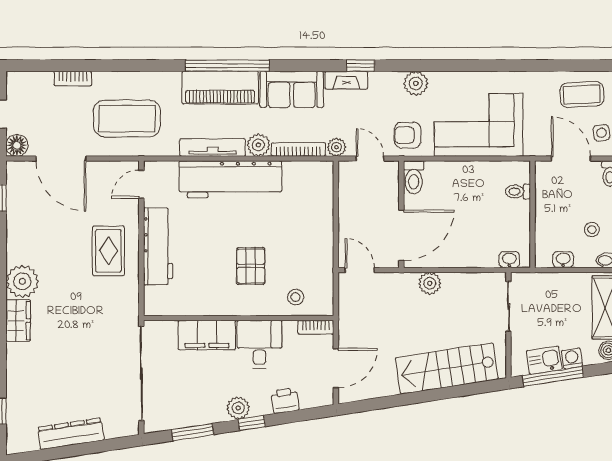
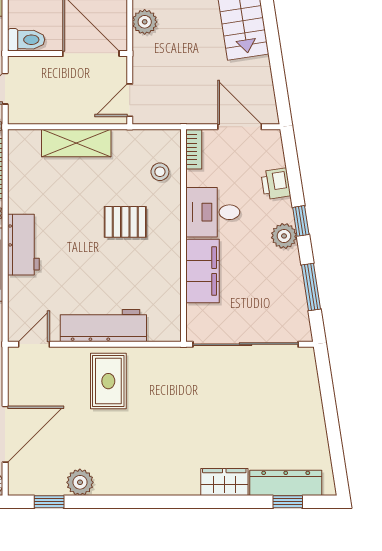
workbench: (230, 179) -> (23, 245), width x0.53, depth x0.76
door: (141, 184) -> (34, 344), swing flipped
shelving: (321, 222) -> (76, 143), added
rug: (108, 251) -> (108, 381), turned 90
plant: (22, 281) -> (80, 482), moved, width x0.73, depth x0.73
wardrobe: (18, 320) -> (224, 482), moved
dresser: (71, 434) -> (286, 483), moved, turned 99

